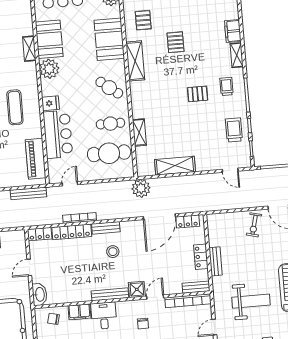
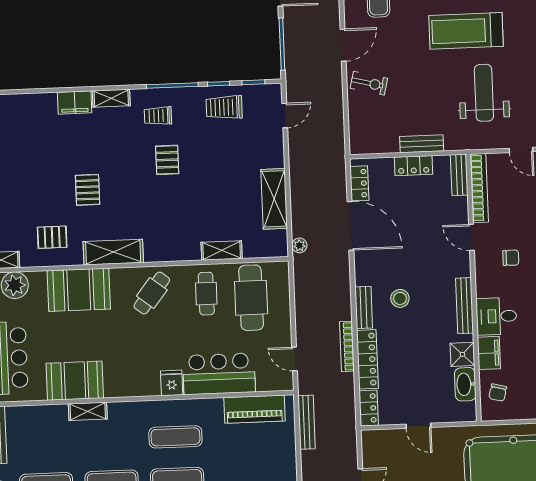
pallet: (176, 42) -> (88, 190), turned 90
plant: (49, 69) -> (119, 383), removed
plant: (141, 188) -> (299, 245), width x0.53, depth x0.53
shower: (137, 289) -> (462, 354), moved
washbasin: (40, 294) -> (465, 384), moved, turned -90

